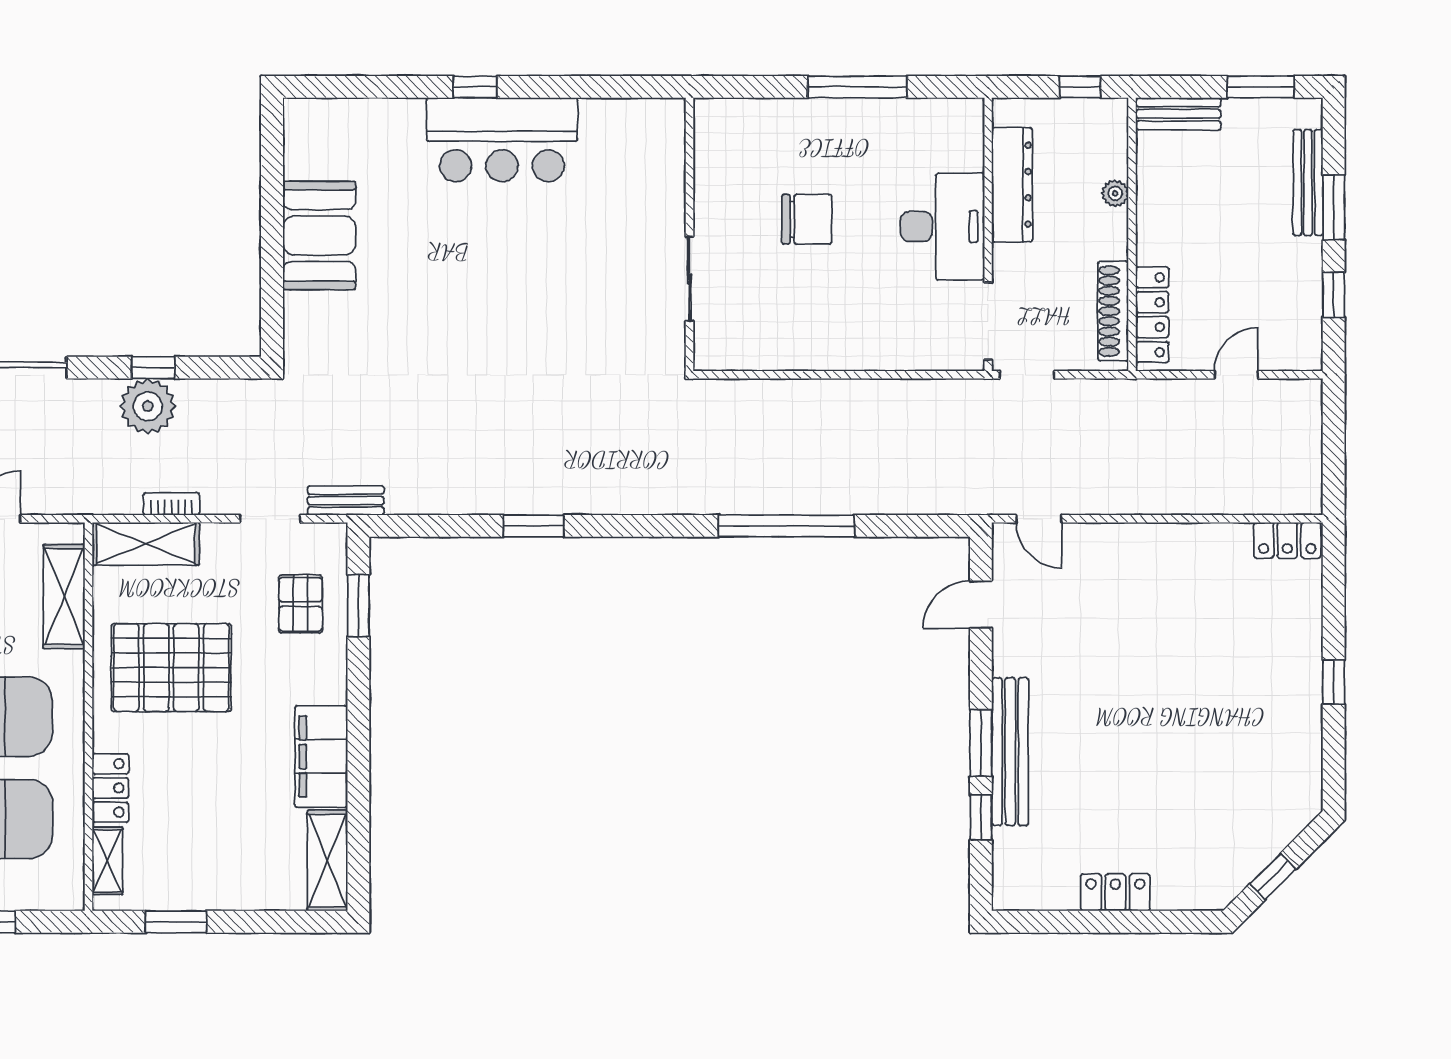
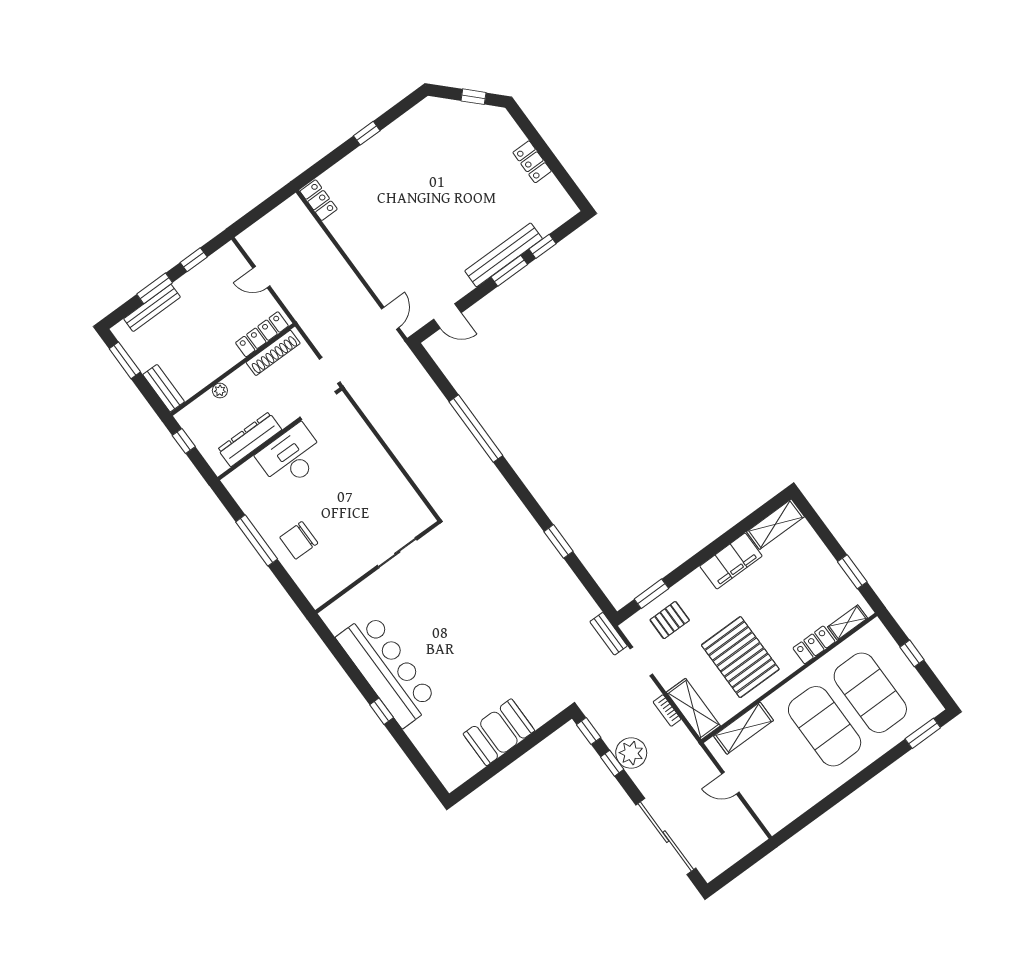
bar counter: (502, 140) -> (387, 670), width x1.36
chair: (807, 219) -> (299, 540), moved, turned -90
window: (225, 368) -> (589, 731), added

